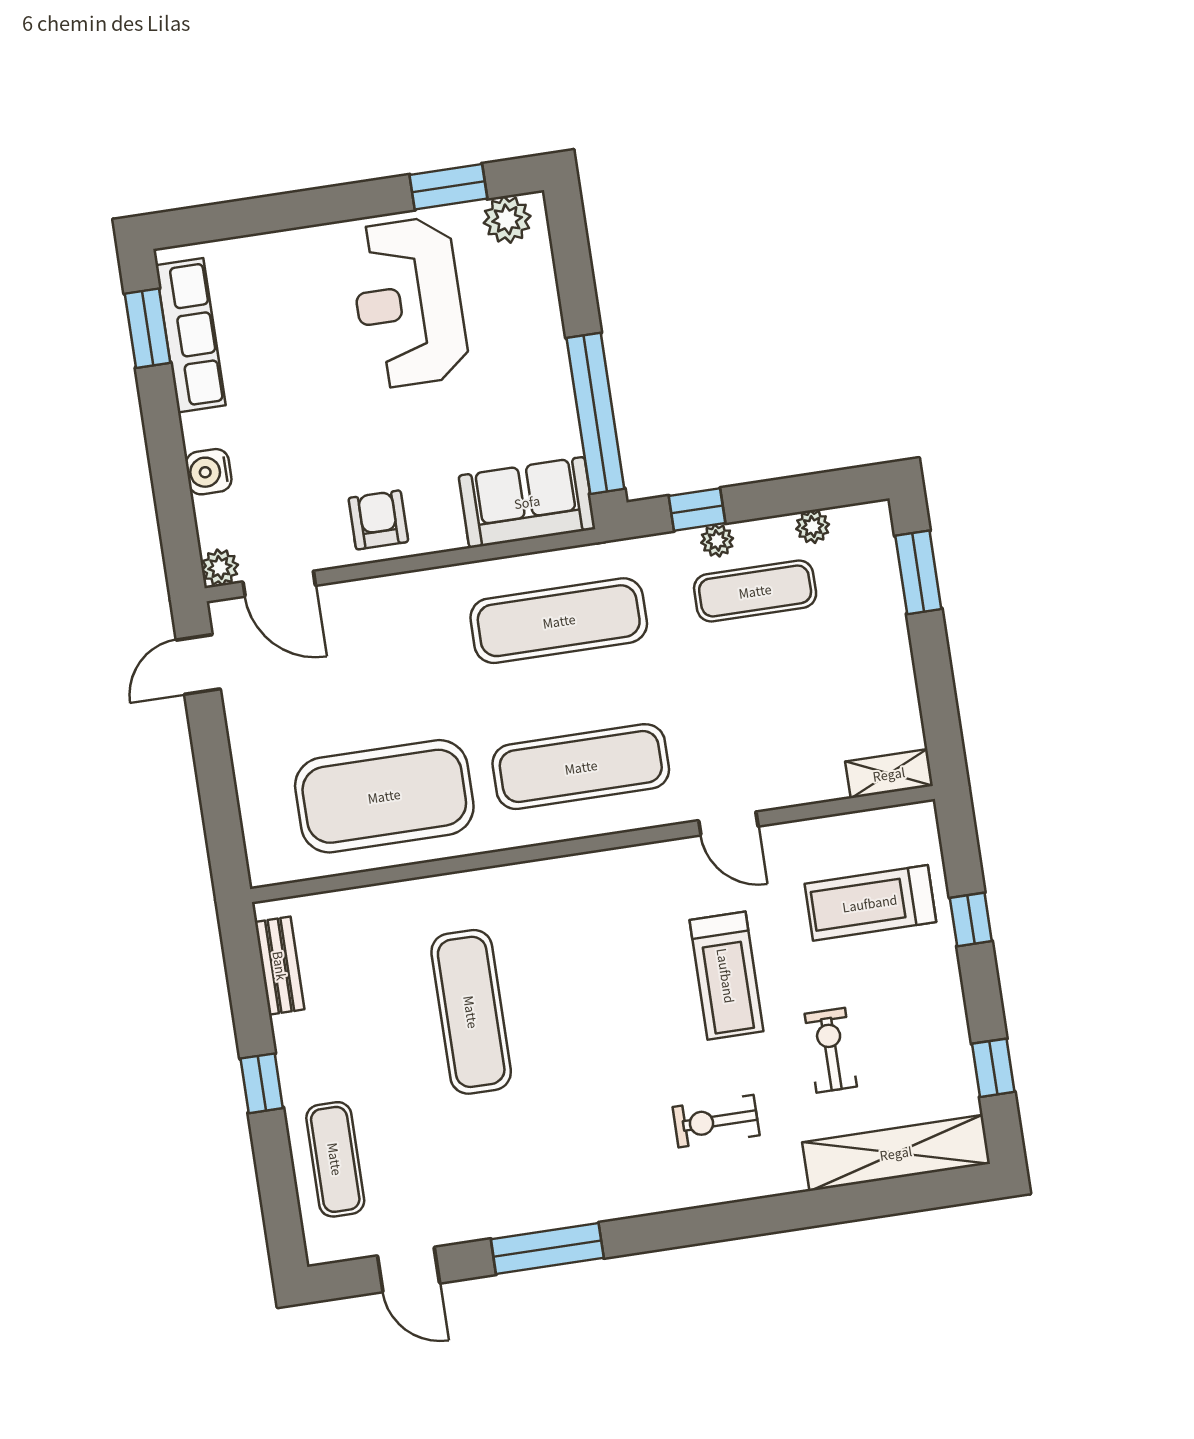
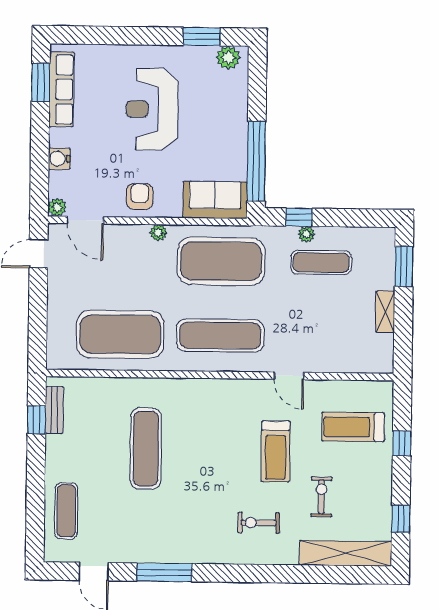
reception desk: (409, 303) -> (152, 109), moved
plant: (813, 527) -> (158, 233), moved
exercise mat: (559, 621) -> (221, 261), width x1.47
shelving: (889, 774) -> (385, 312), moved, turned 90
window: (262, 1083) -> (36, 420), moved

